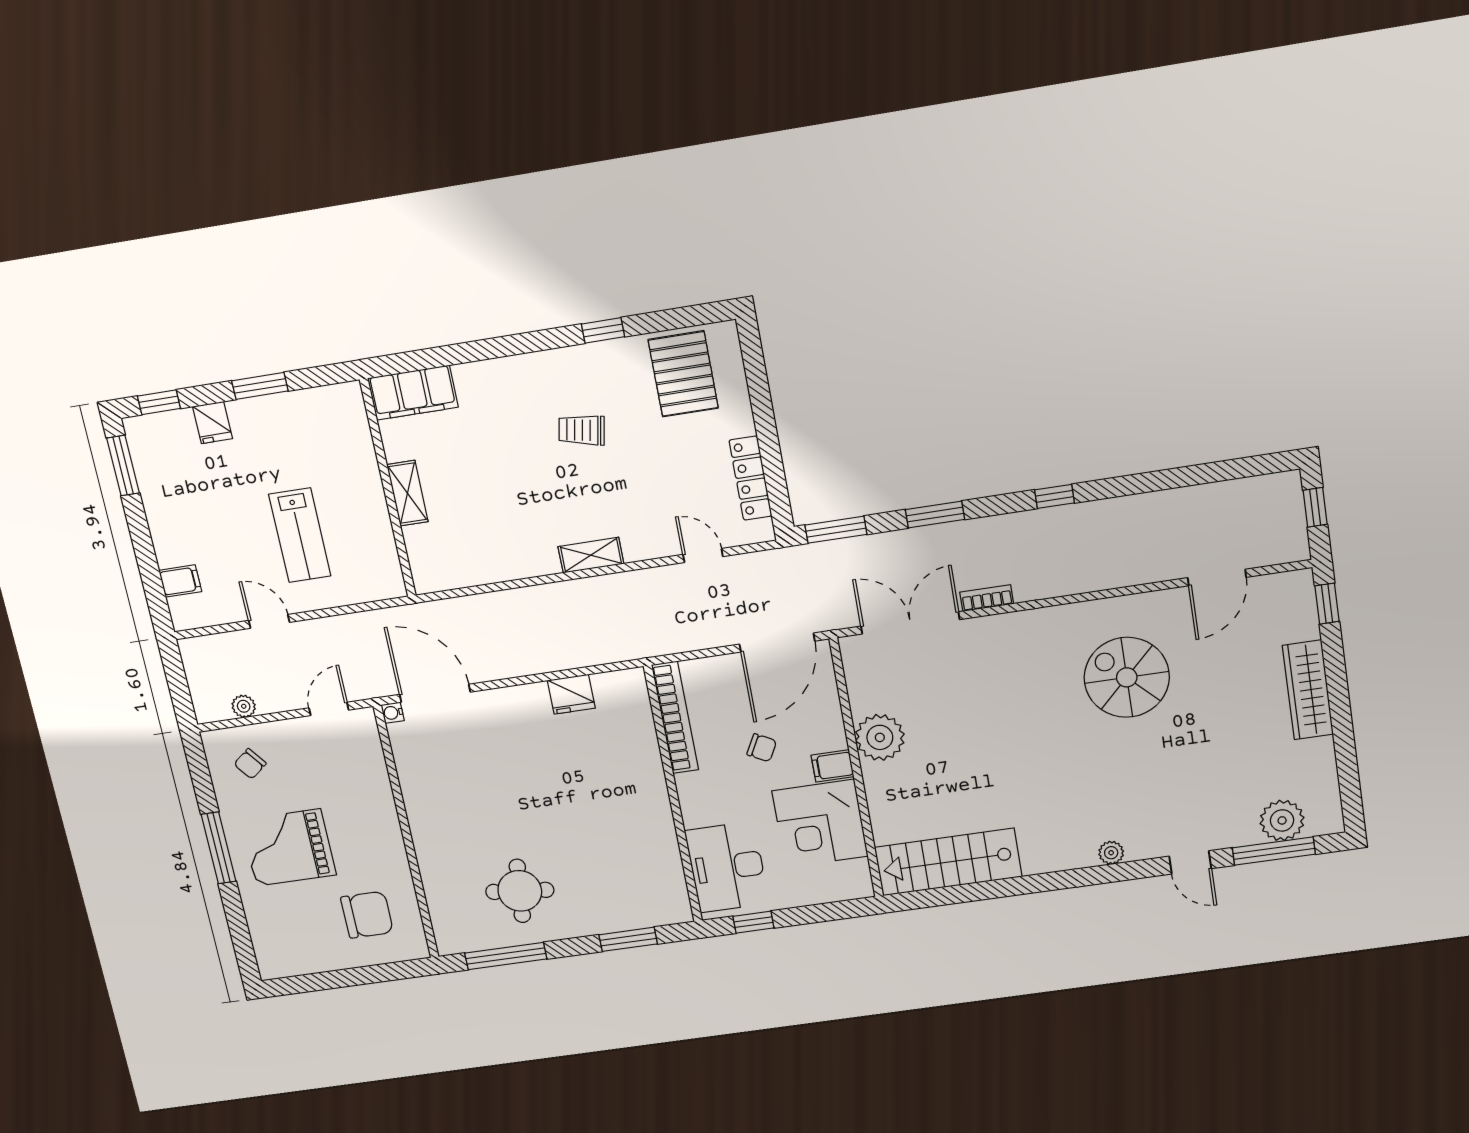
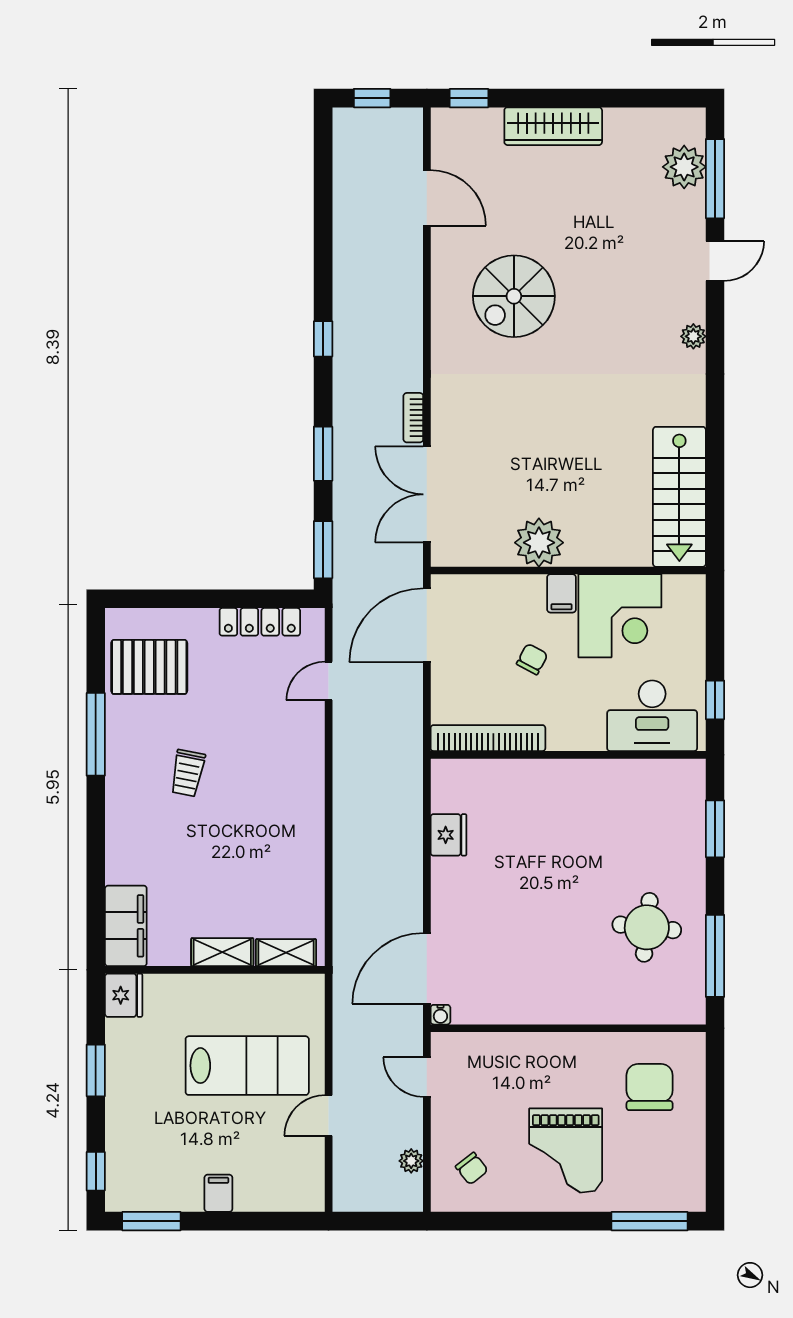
window: (603, 330) -> (96, 734), width x2.17
fridge: (212, 423) -> (124, 995), moved, width x1.38
lab bench: (300, 535) -> (247, 1066), width x1.36, depth x1.39
shelving: (591, 555) -> (286, 953), moved, turned 90
filing cabinet: (180, 581) -> (218, 1193), moved
door: (777, 643) -> (427, 625), swing flipped
window: (219, 848) -> (650, 1221), moved

